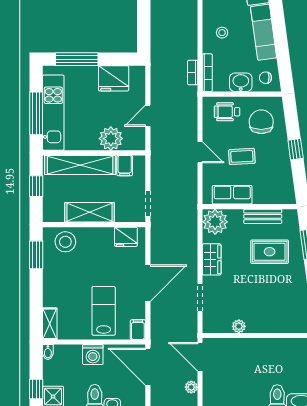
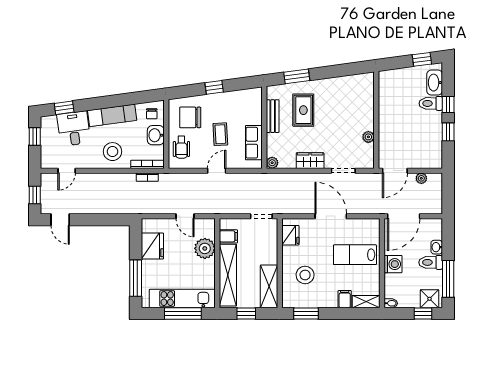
stool: (222, 33) -> (112, 152), width x1.89, depth x1.89
shelving: (89, 212) -> (269, 286), moved
plant: (215, 222) -> (272, 163), width x0.53, depth x0.53
stool: (65, 242) -> (305, 275), moved
filing cabinet: (138, 330) -> (345, 299), moved, turned 90

